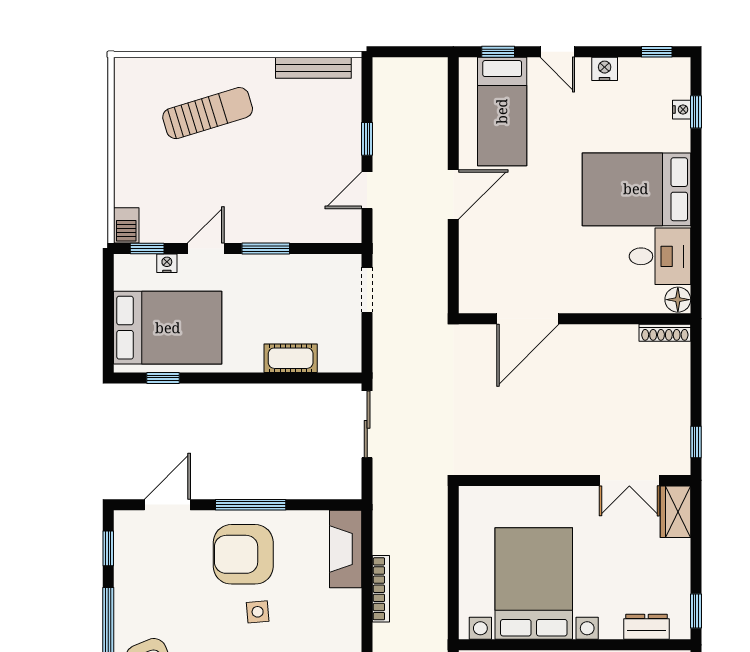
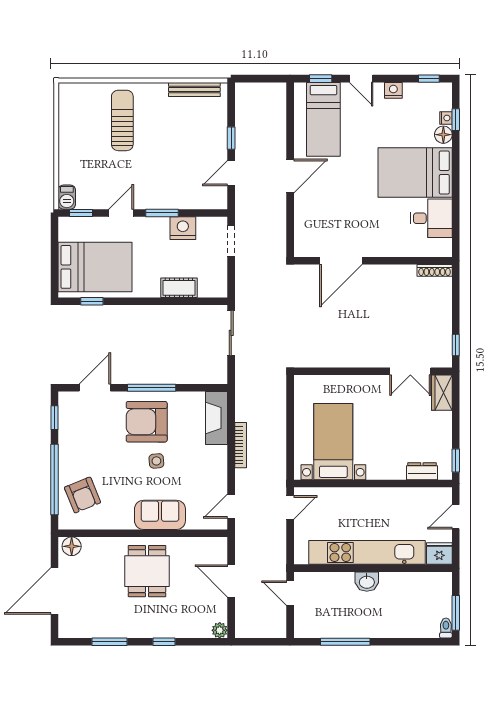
sun lounger: (208, 113) -> (122, 120), turned -73
nightstand: (167, 263) -> (183, 228), moved, width x1.89, depth x1.79
floor lamp: (678, 300) -> (443, 135), moved
bed with nightstands: (534, 583) -> (333, 442), width x0.73

